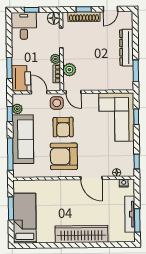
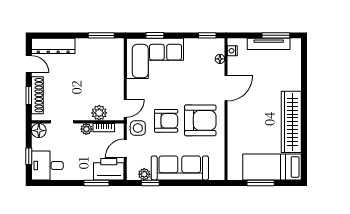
dresser: (126, 48) -> (53, 46), moved
window: (10, 154) -> (197, 183), removed
armchair: (64, 156) -> (200, 120), turned -90
wardrobe: (81, 234) -> (291, 122), moved

